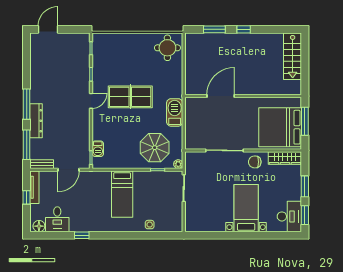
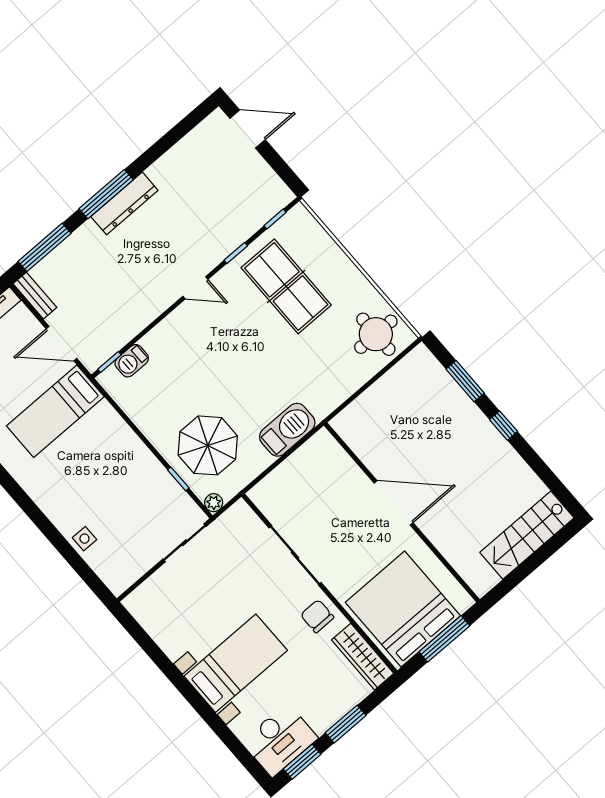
door: (221, 96) -> (394, 503), moved
table tennis table: (130, 97) -> (286, 286), moved
dresser: (36, 121) -> (124, 203), moved
bed: (122, 194) -> (55, 411), moved

